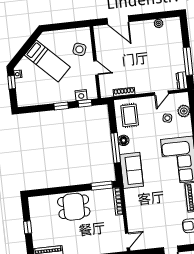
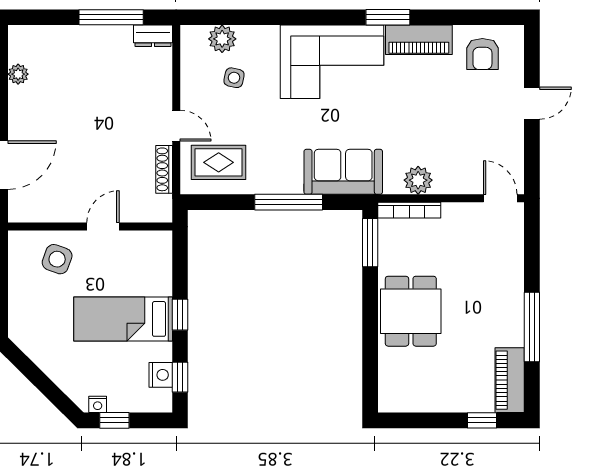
bed: (47, 61) -> (123, 319), moved, turned -135
door: (161, 93) -> (176, 126), moved
nightstand: (81, 95) -> (161, 375), moved
window: (85, 103) -> (180, 377), moved
floor lamp: (124, 140) -> (273, 182), removed
plant: (131, 204) -> (418, 180), added
window: (28, 227) -> (482, 420), moved

